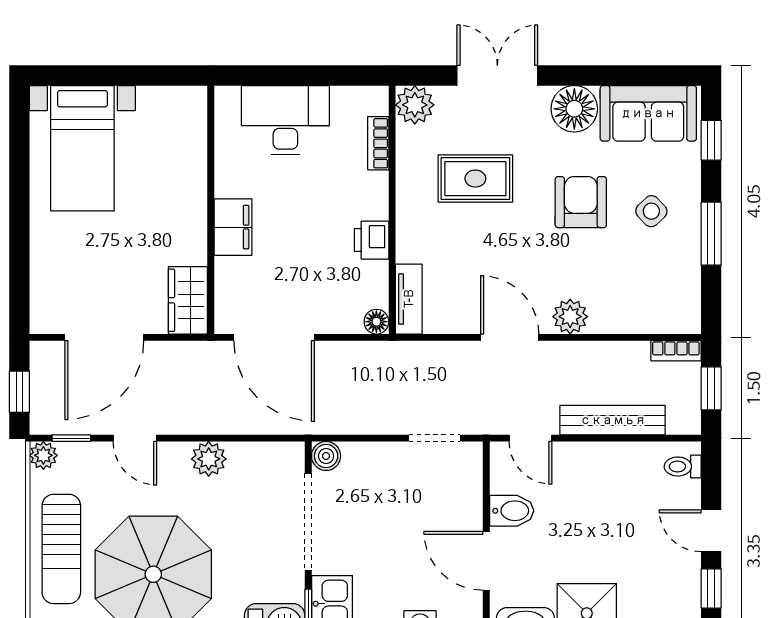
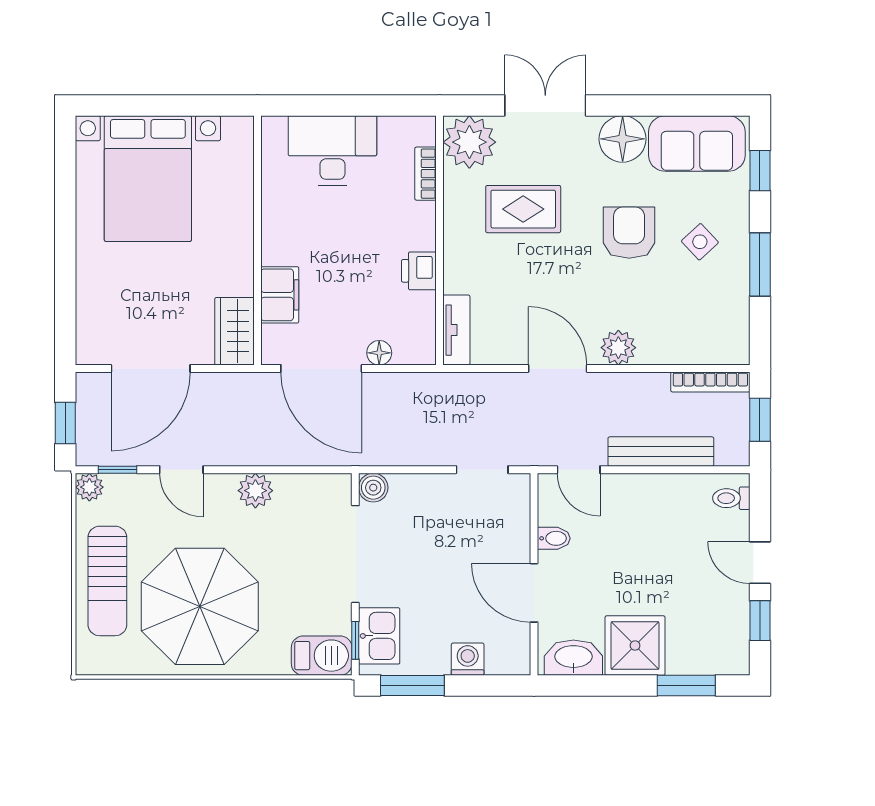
plant: (415, 105) -> (469, 142), width x1.36, depth x1.36
bed with nightstands: (82, 148) -> (148, 179), width x1.36
filing cabinet: (233, 227) -> (280, 295), moved
floor lamp: (376, 322) -> (379, 353), moved
bookcase: (676, 351) -> (710, 382), width x1.56
bidet: (512, 511) -> (554, 538), width x0.72, depth x0.74

